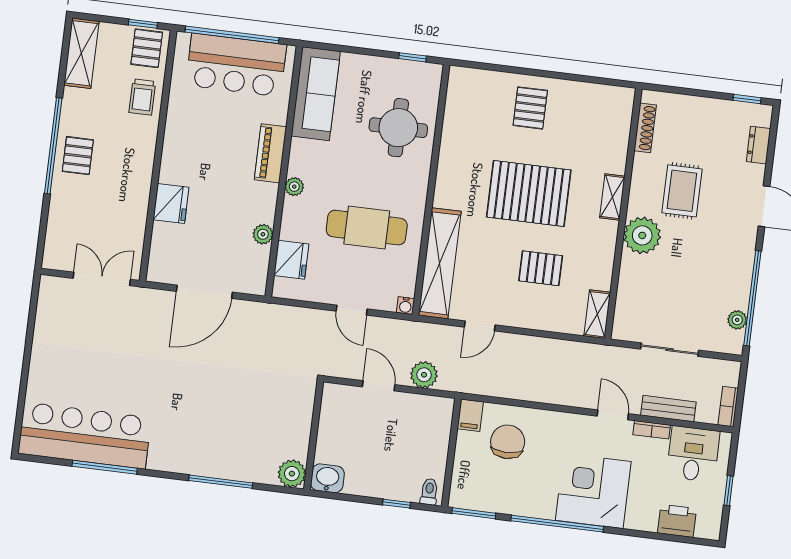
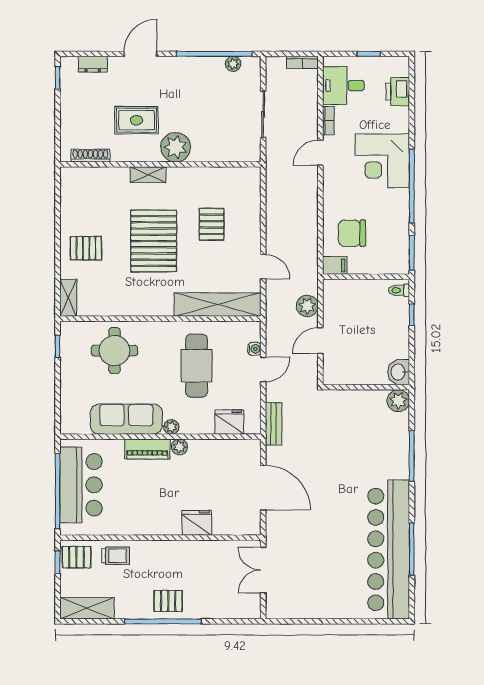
sofa: (316, 94) -> (126, 419), moved
plant: (263, 234) -> (180, 447), moved
water cooler: (405, 306) -> (254, 349), moved
shelving: (597, 314) -> (68, 298), moved, turned 90
bench: (668, 409) -> (274, 424), moved
bar counter: (85, 436) -> (389, 549), width x1.36

